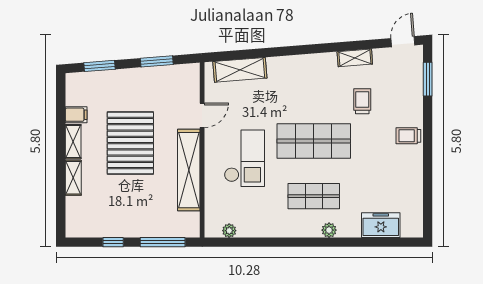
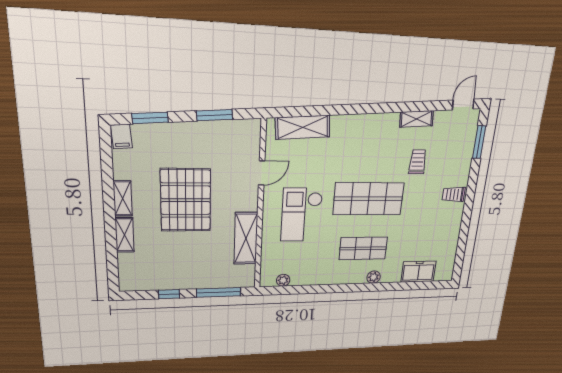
filing cabinet: (76, 115) -> (121, 136), moved, turned 85
checkout: (244, 158) -> (302, 215), turned 180
shelving: (189, 170) -> (246, 238), width x0.68

